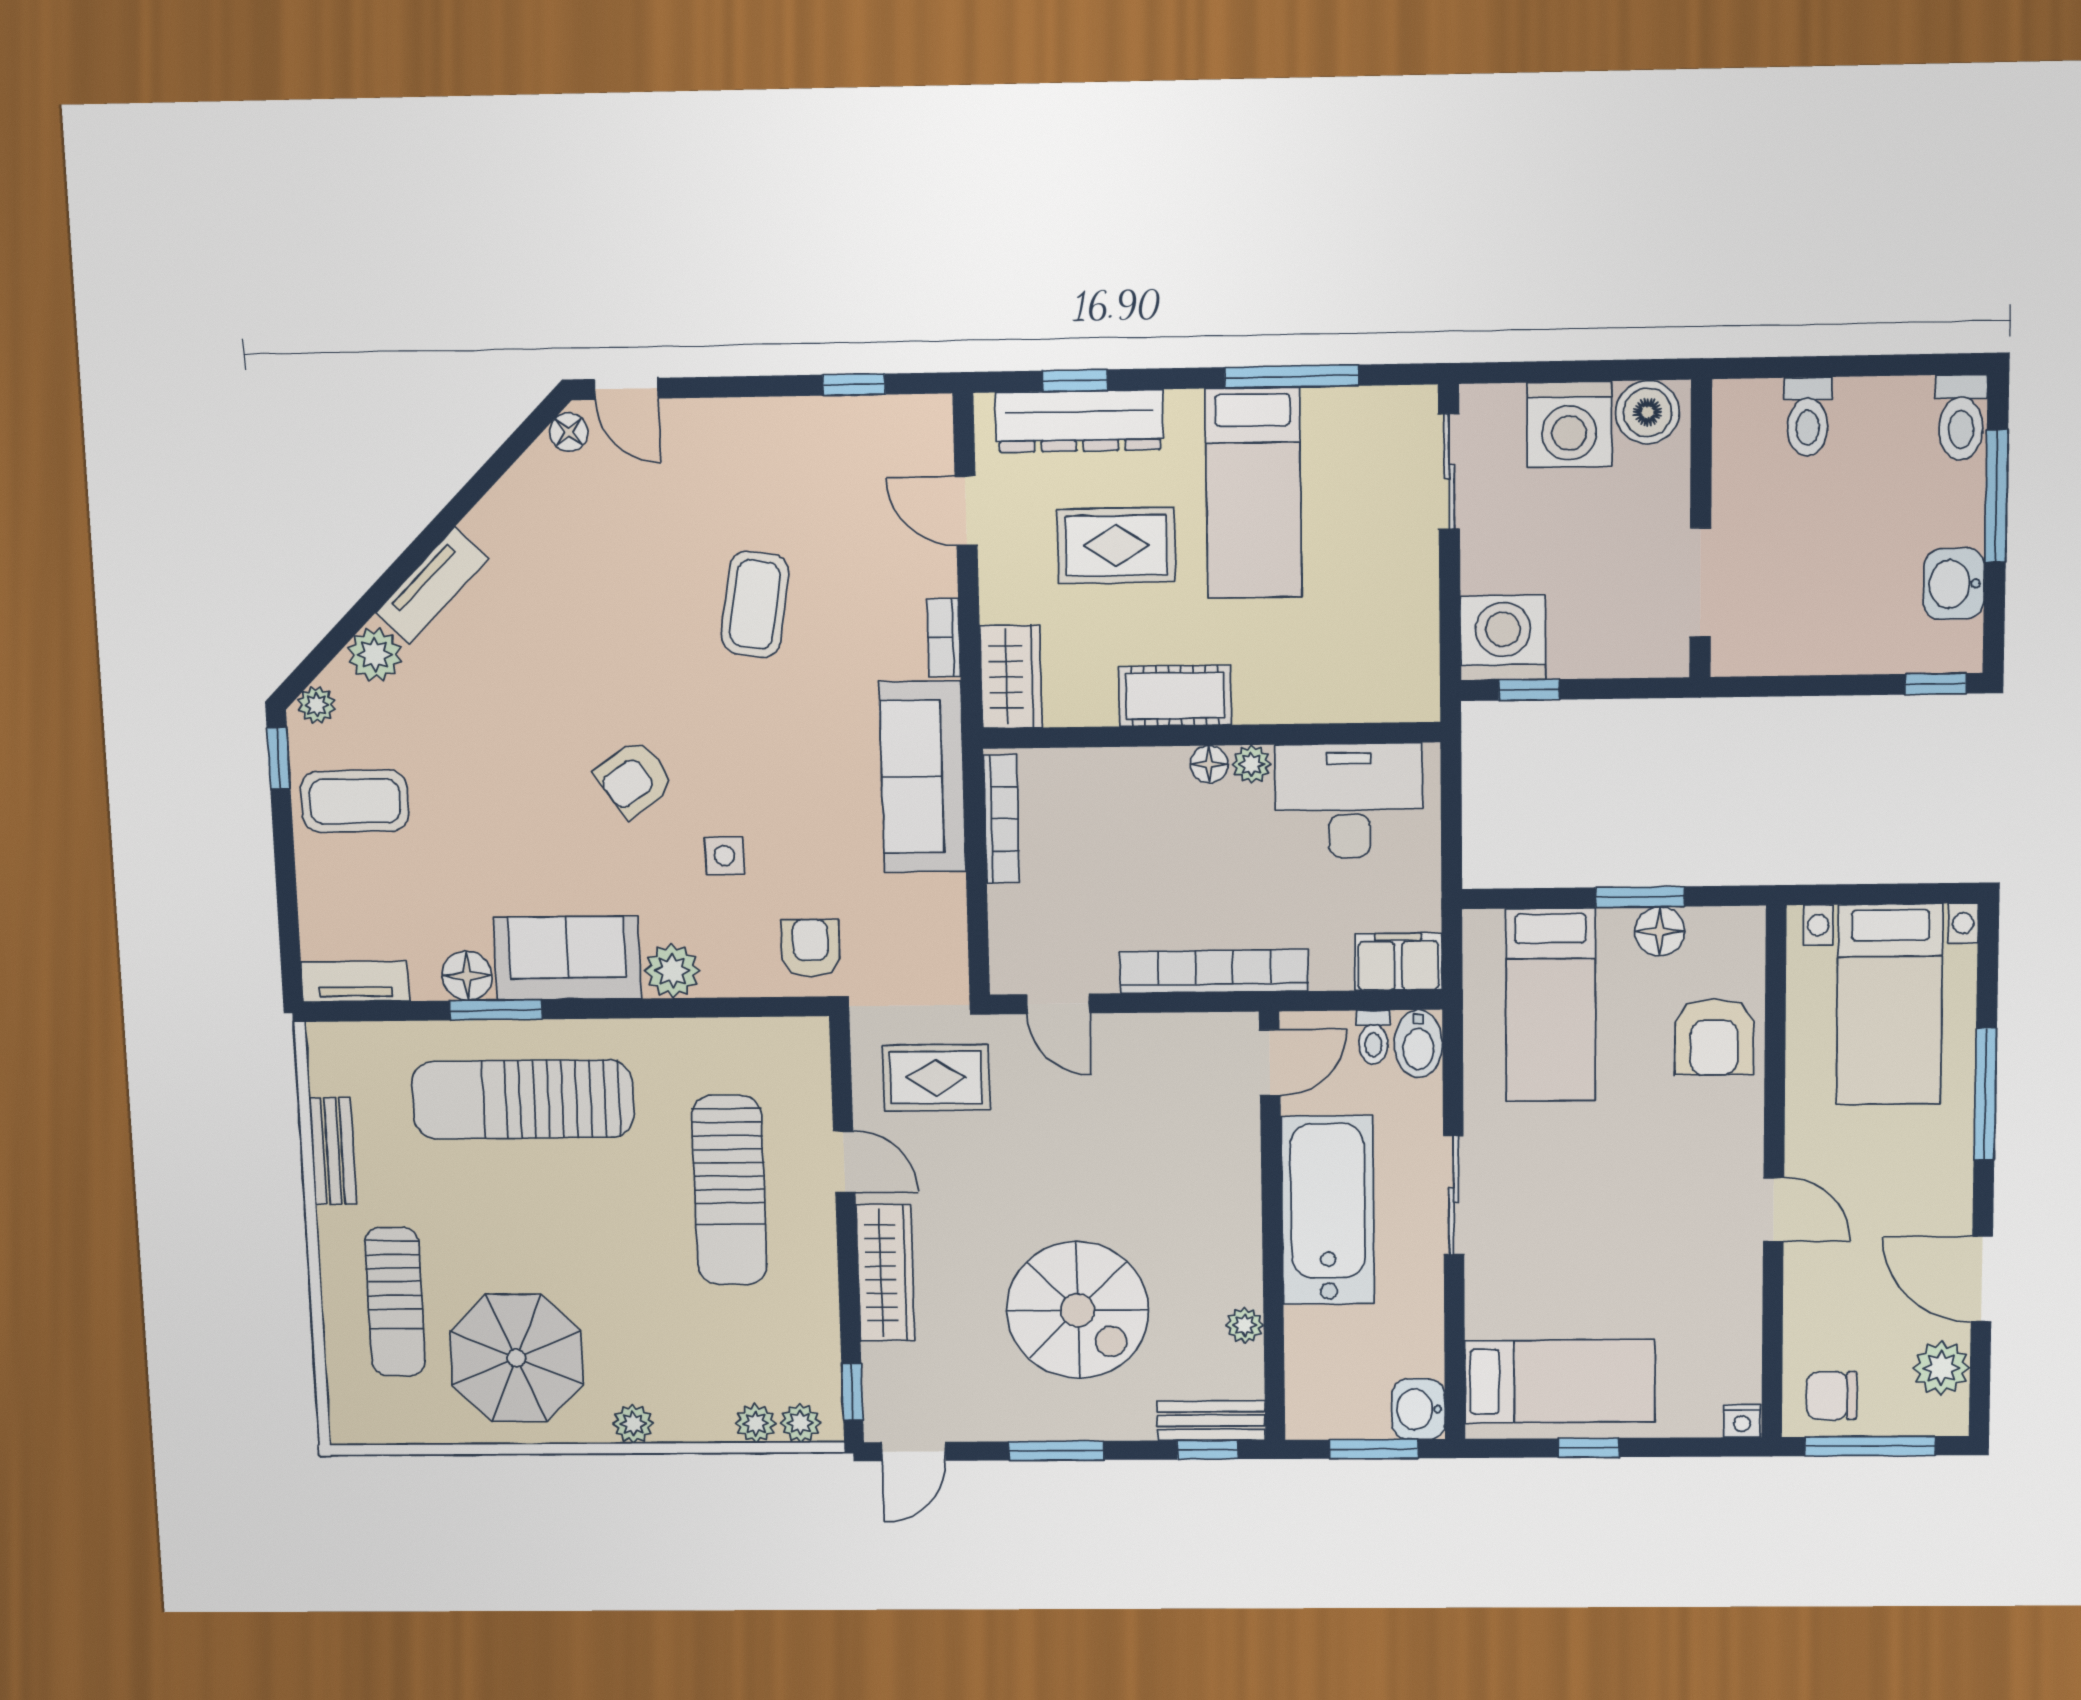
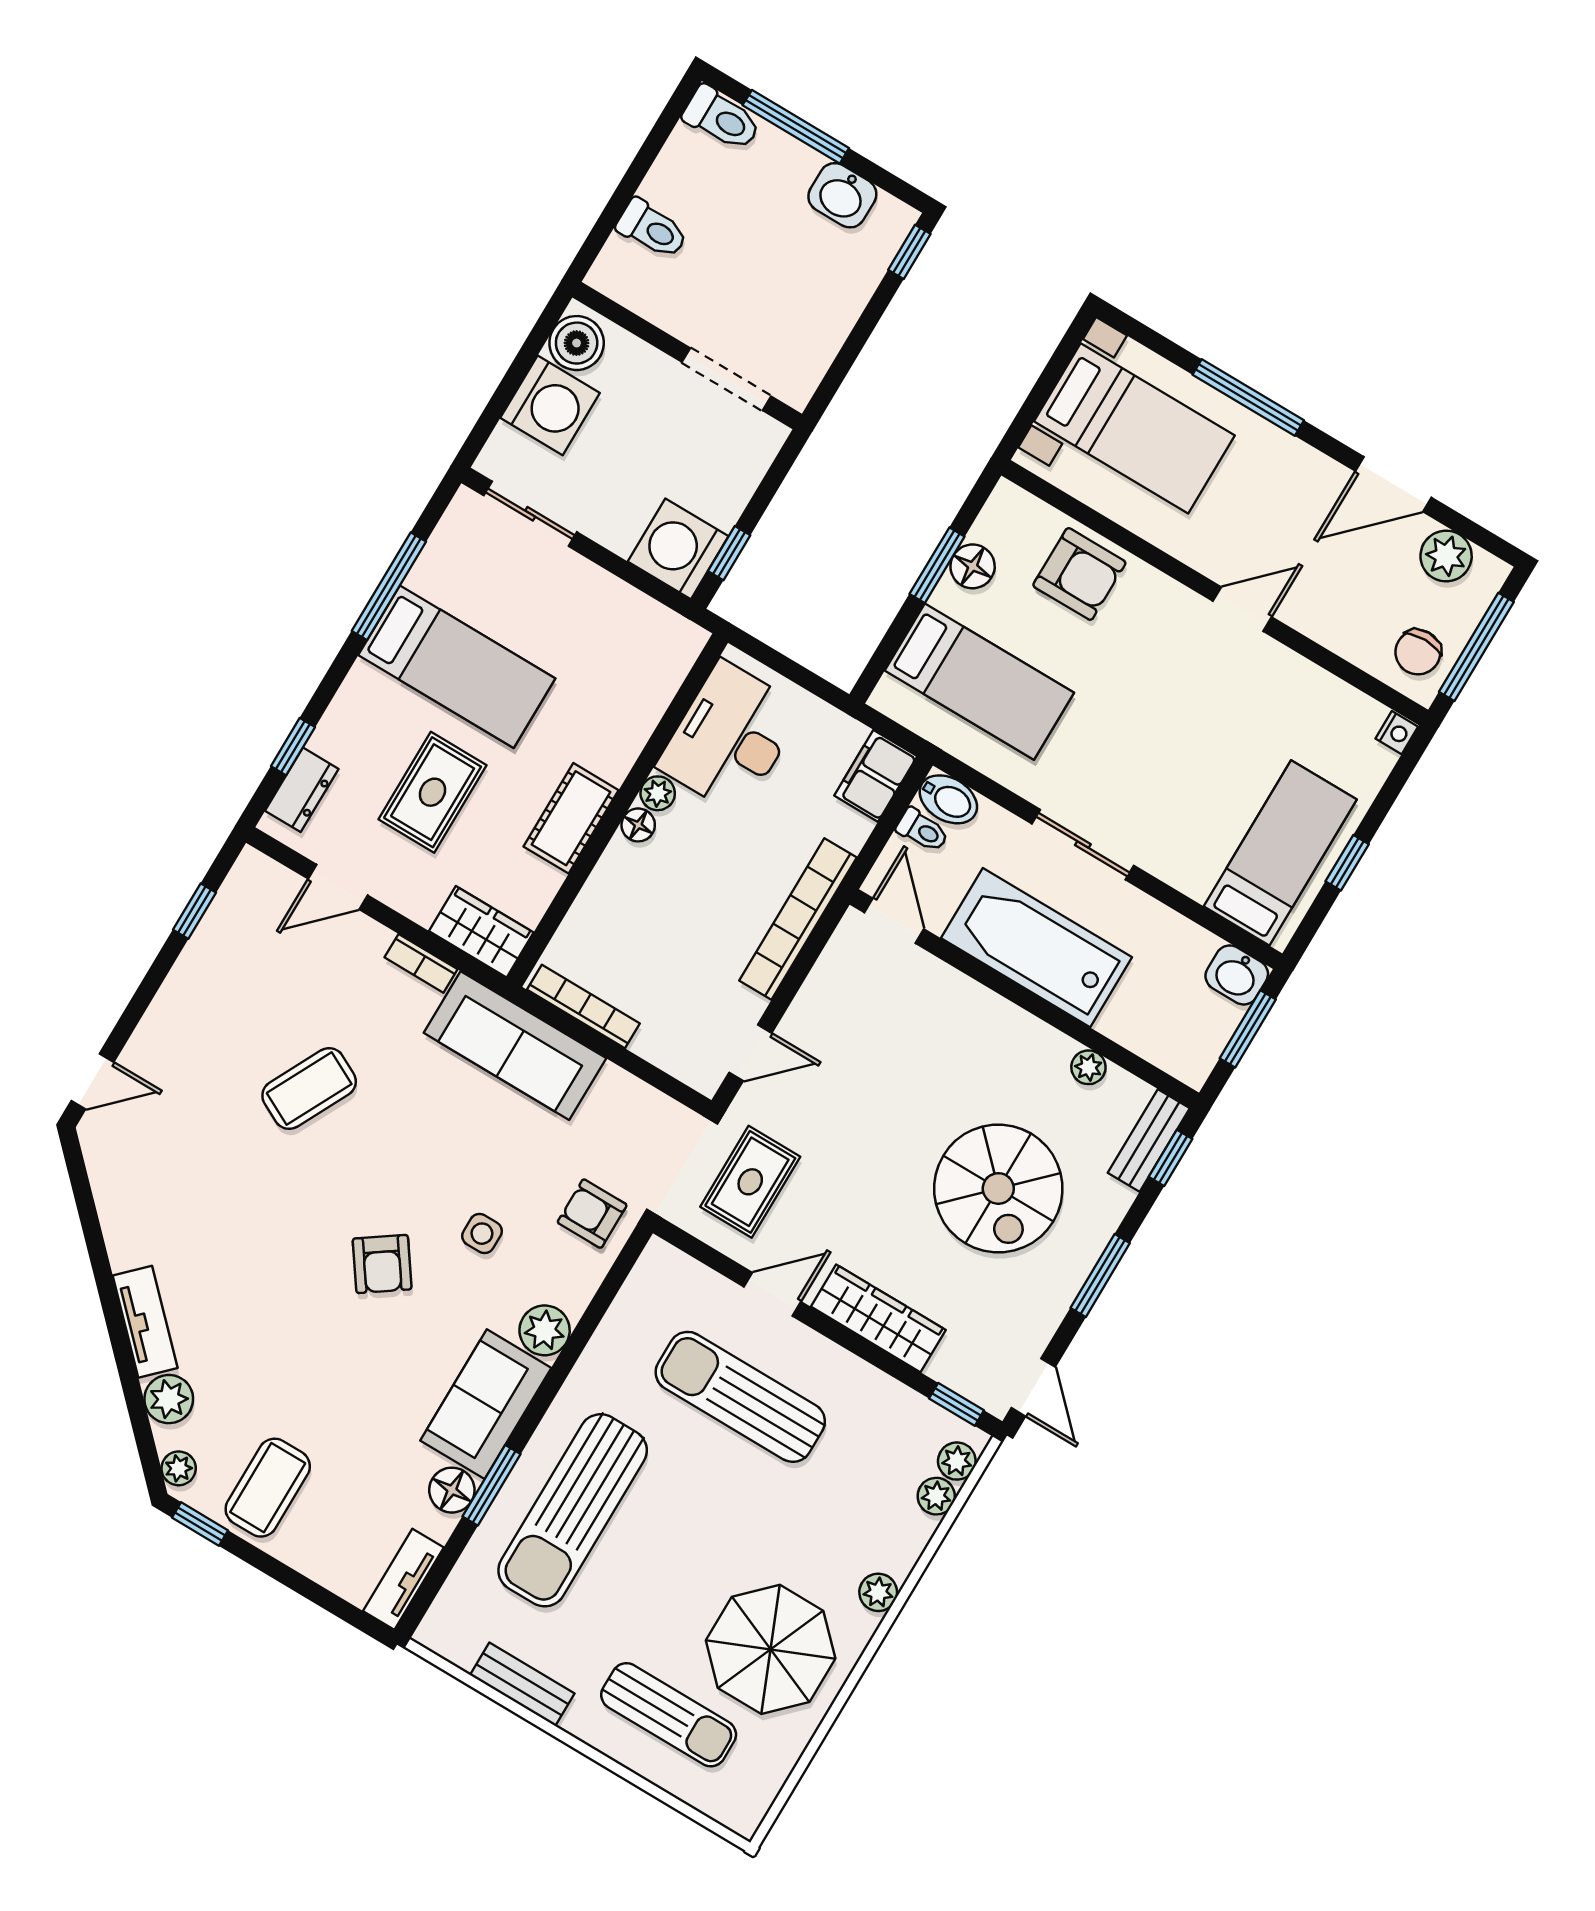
dresser: (1079, 421) -> (302, 790), width x0.51, depth x0.80
floor lamp: (569, 432) -> (97, 1145), removed
coffee table: (755, 604) -> (309, 1088), turned -72
sun lounger: (730, 1190) -> (740, 1397), turned 180
spiral stairs: (1078, 1310) -> (998, 1188), turned 90

